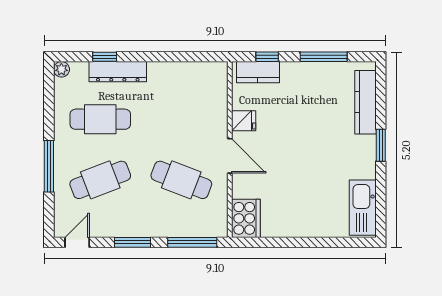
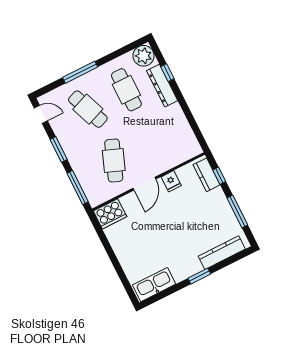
plant: (61, 69) -> (144, 56), width x1.88, depth x1.88

